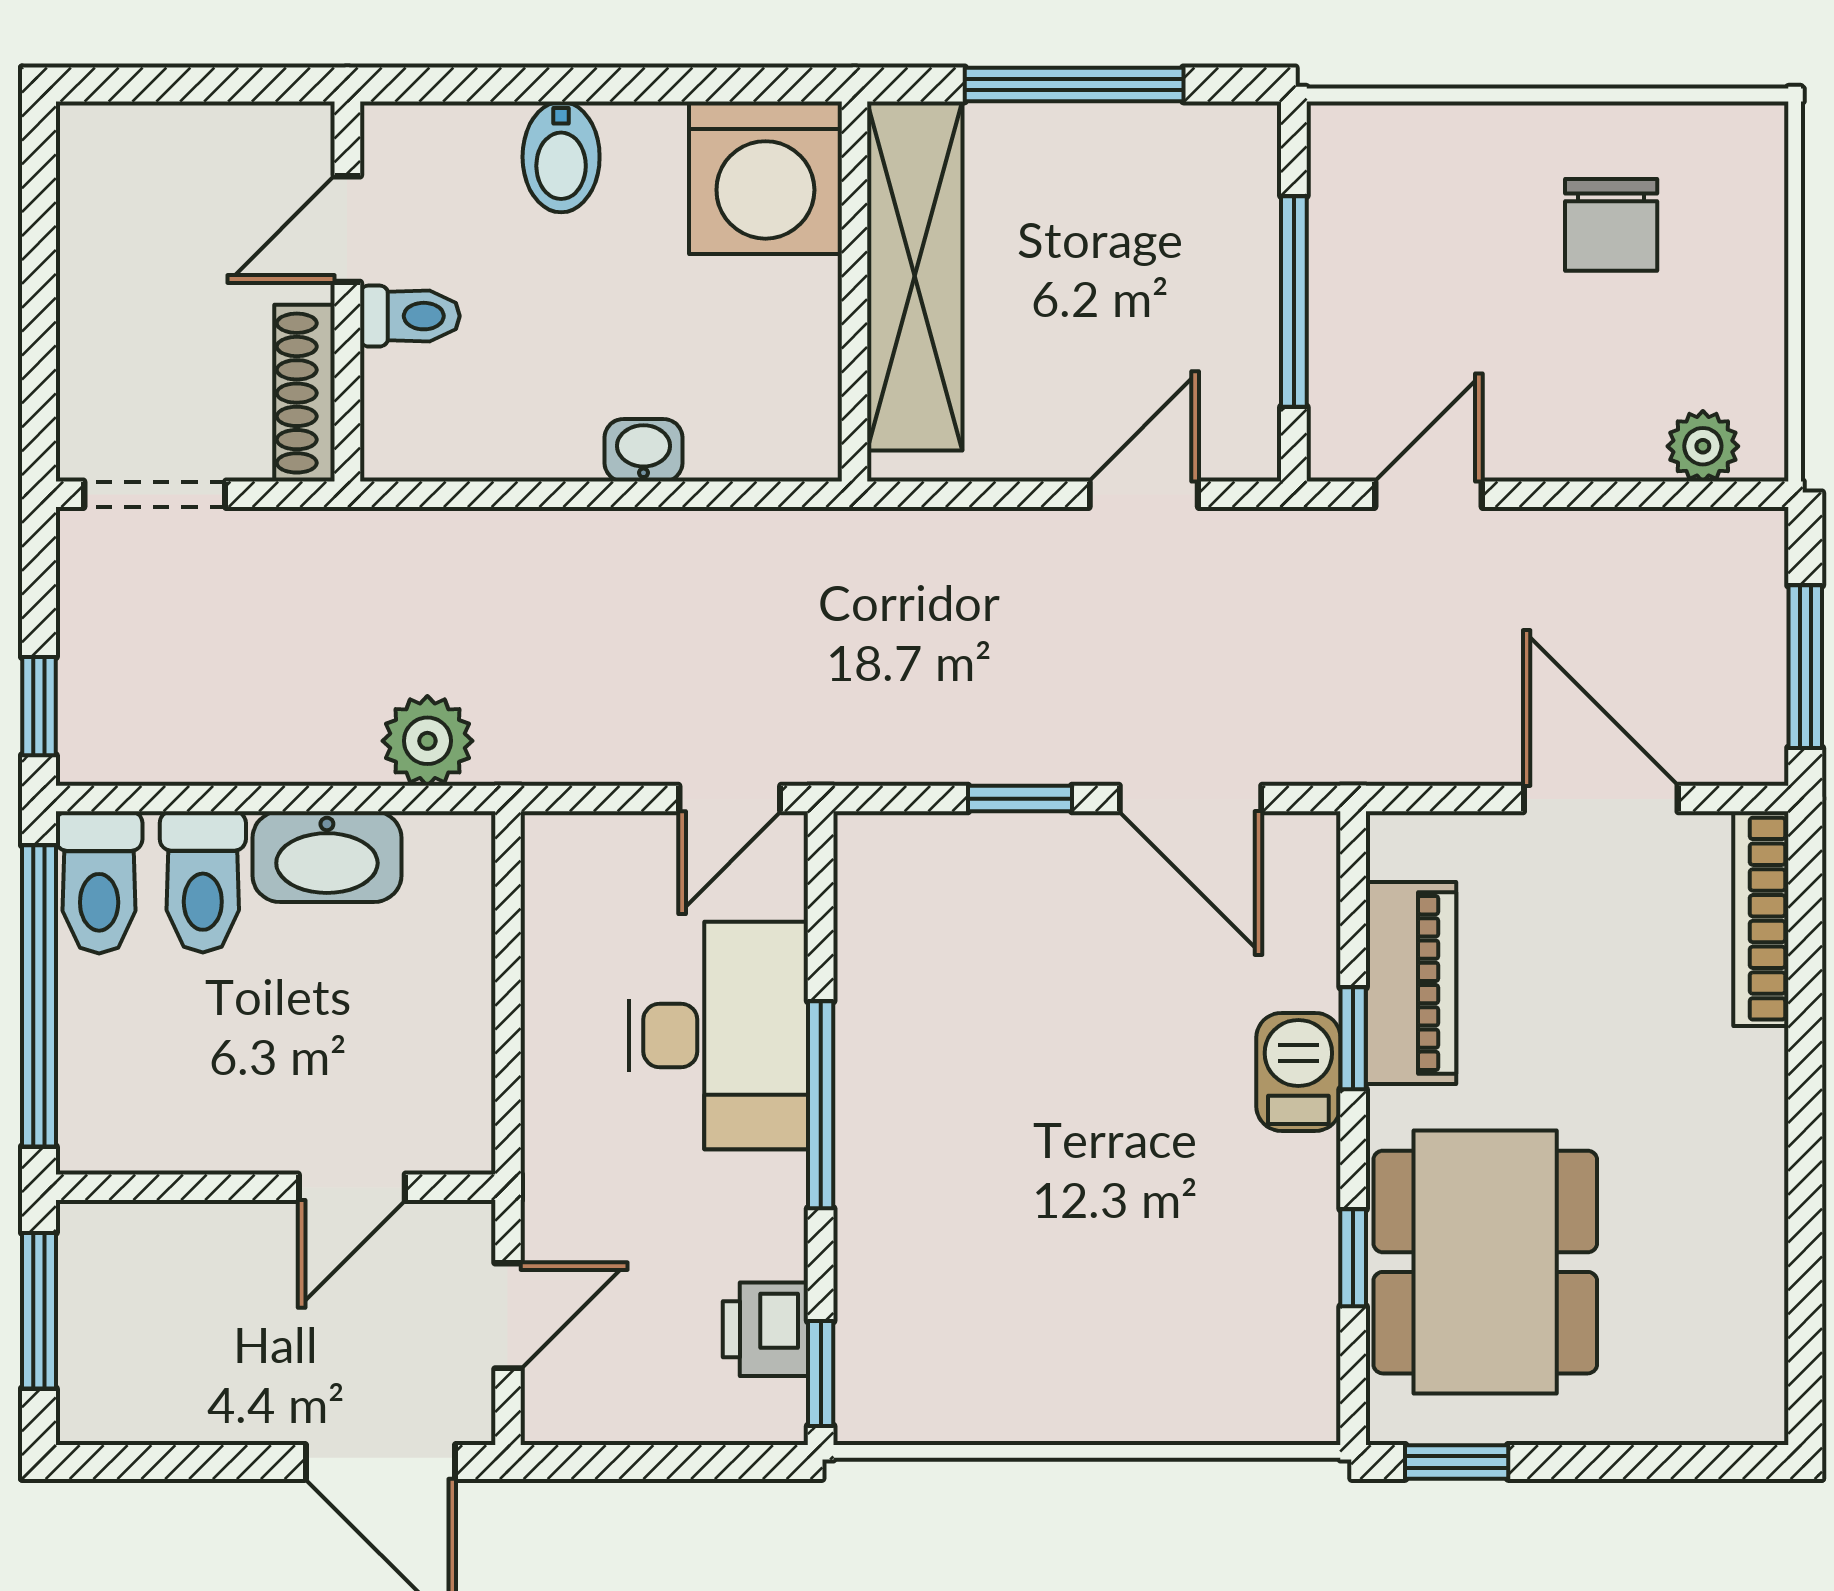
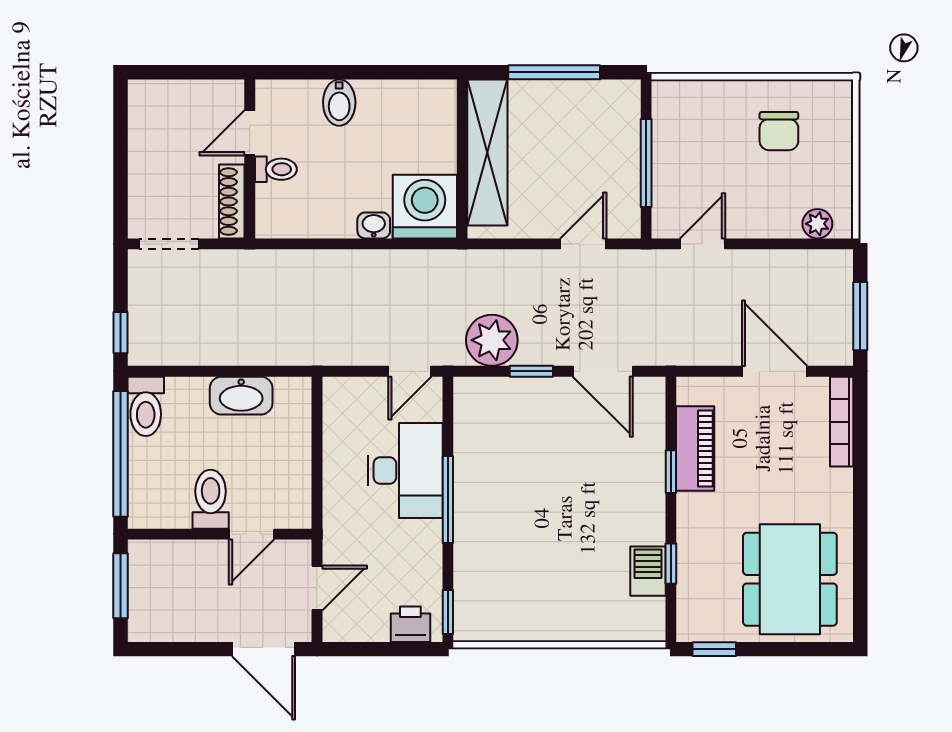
washing machine: (765, 178) -> (425, 207), moved, turned 180
plant: (427, 741) -> (492, 340), moved, width x1.36, depth x1.36
toilet: (203, 882) -> (211, 499), moved, turned 180
barbecue: (1298, 1072) -> (648, 571), moved
dining table: (1485, 1262) -> (790, 579), moved
printer: (765, 1329) -> (410, 624), moved, turned 90

